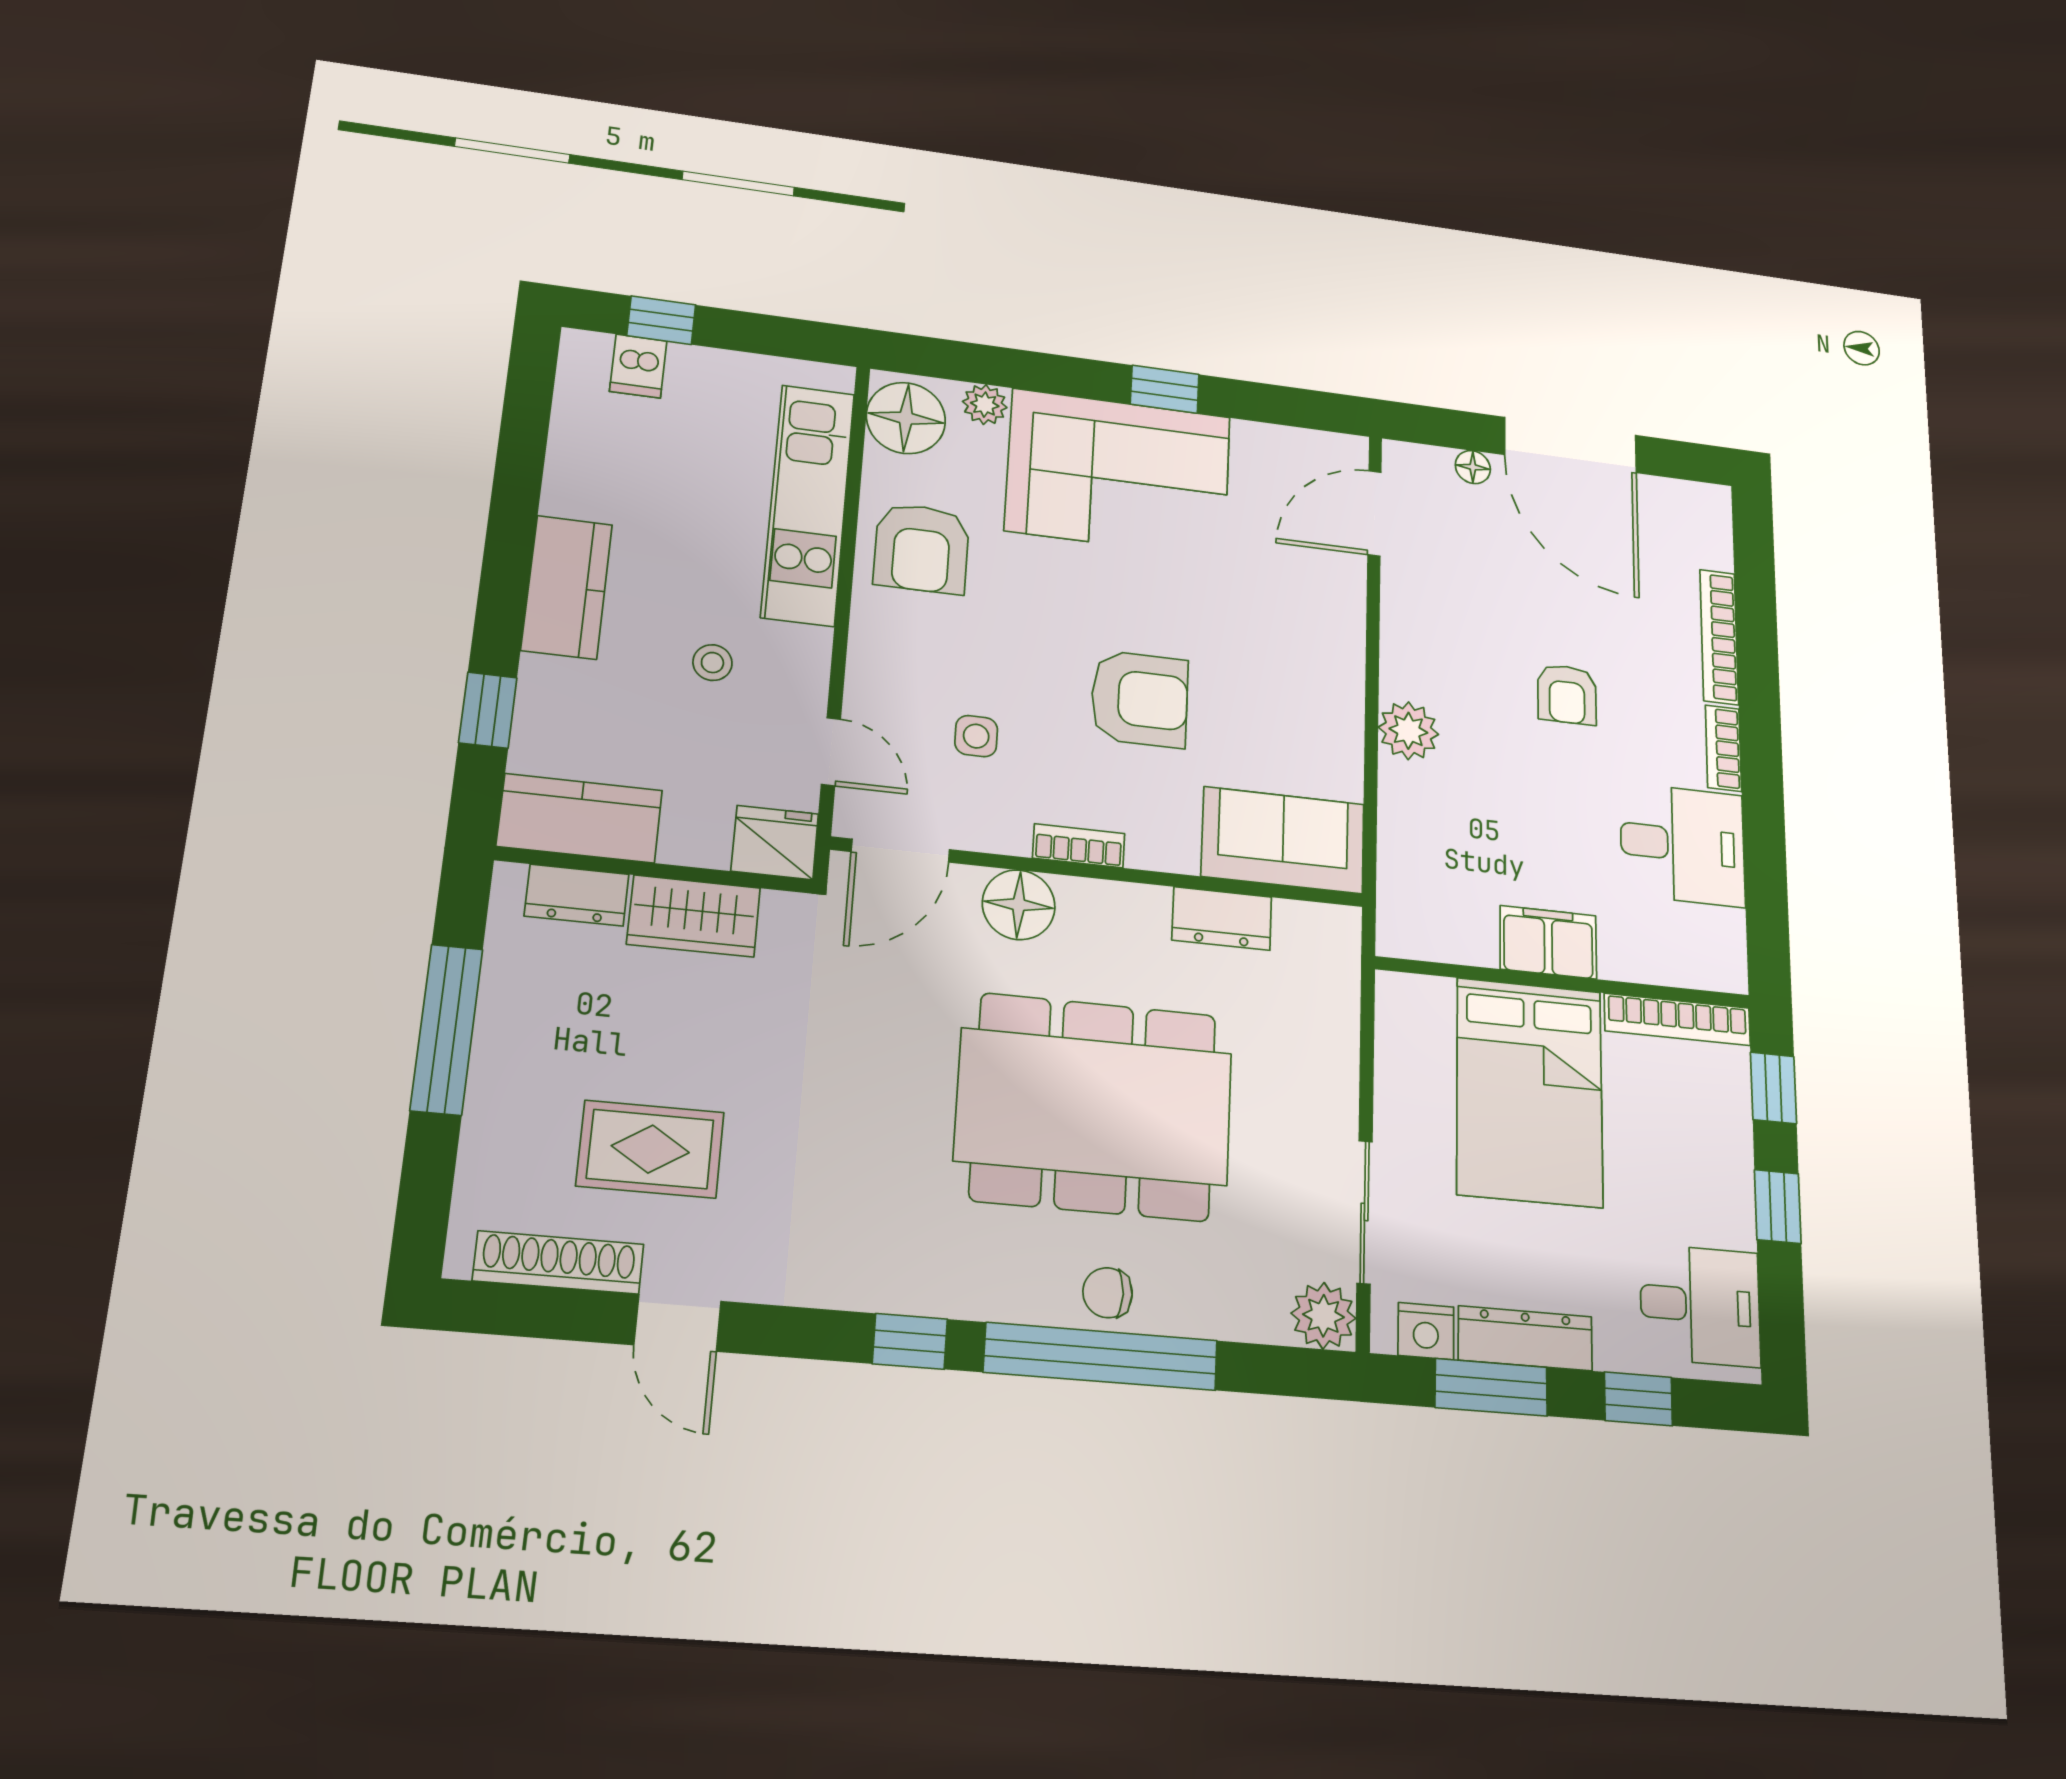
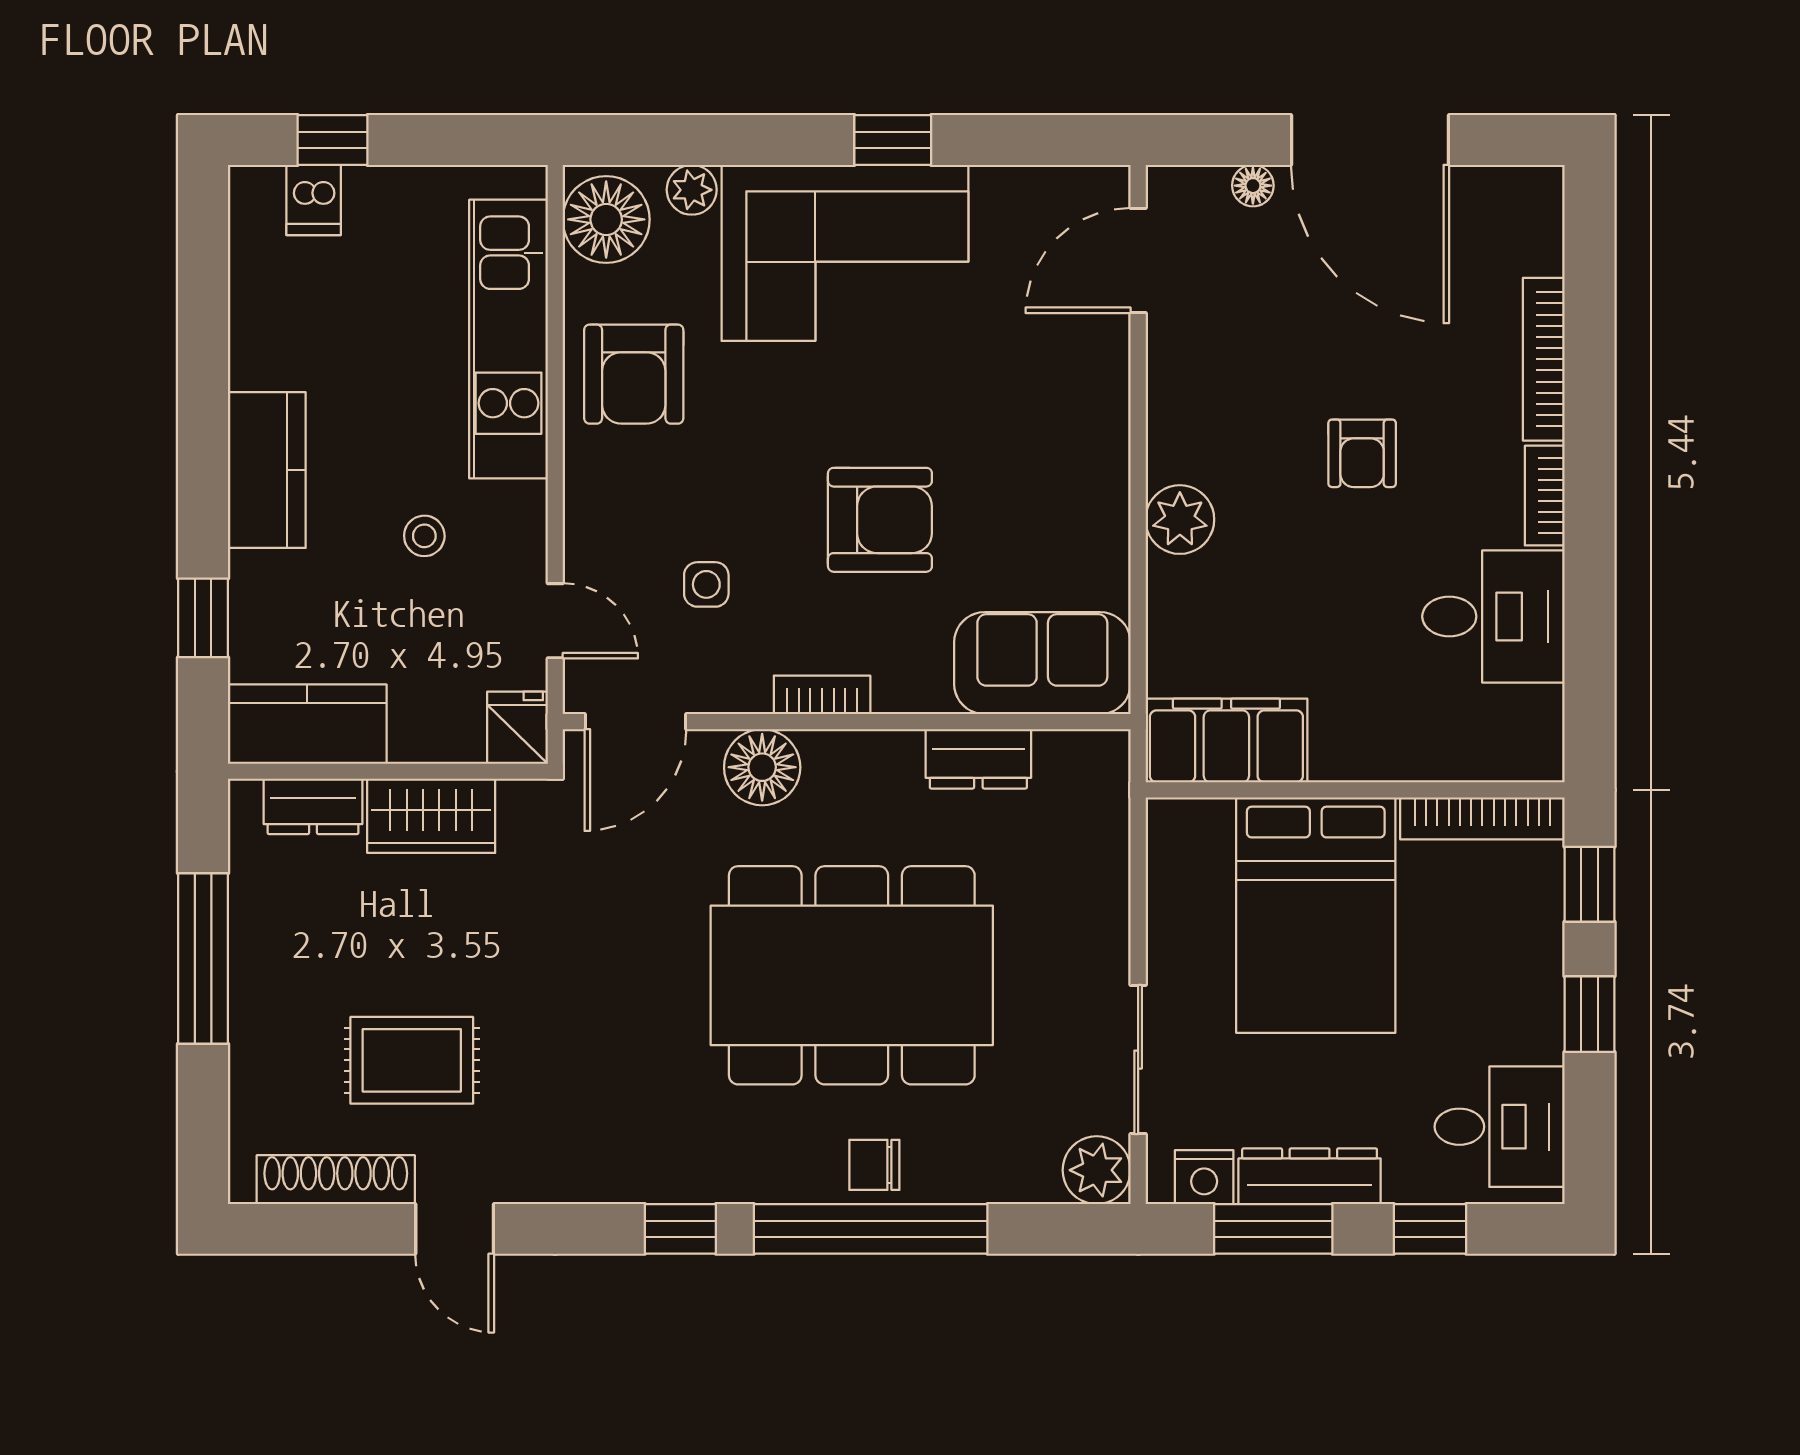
fridge: (775, 843) -> (517, 728), width x0.72
filing cabinet: (1548, 942) -> (1226, 740), moved, width x1.50, depth x1.17

